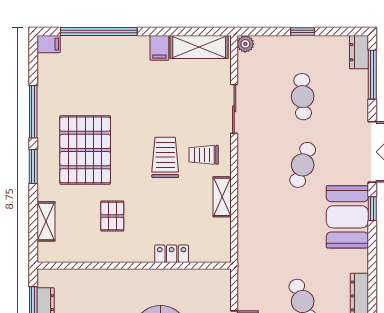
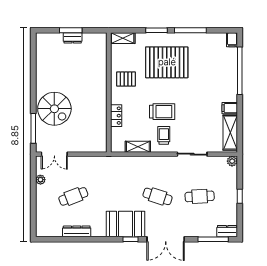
locker: (172, 254) -> (116, 116), moved
wall: (134, 266) -> (109, 93), moved

